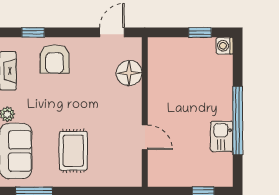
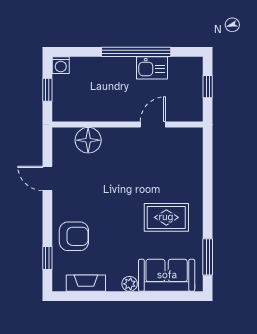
floor lamp: (129, 73) -> (88, 140), moved
wall: (145, 112) -> (127, 124), moved
door: (145, 137) -> (153, 124), moved

